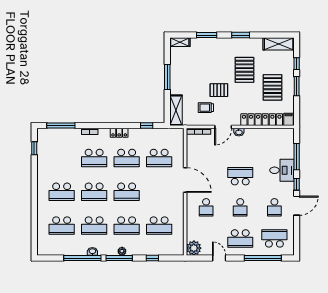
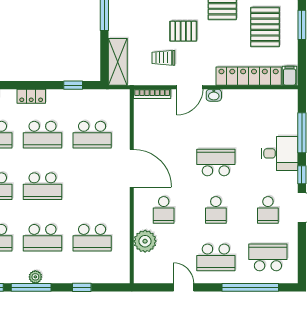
plant: (194, 248) -> (145, 241), moved

